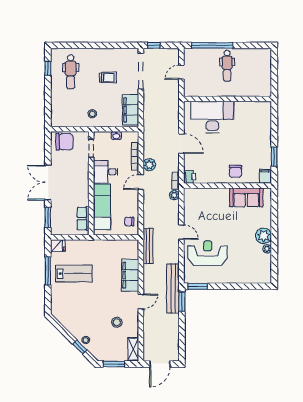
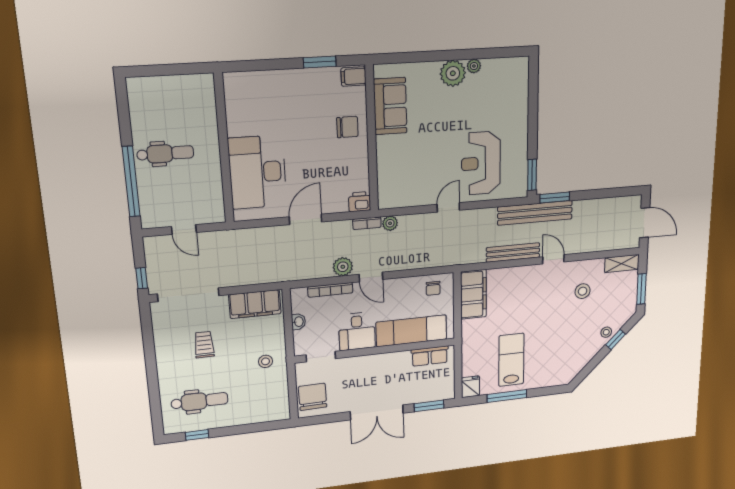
bench: (148, 246) -> (513, 252), moved
filing cabinet: (130, 275) -> (474, 294), moved, turned -90

